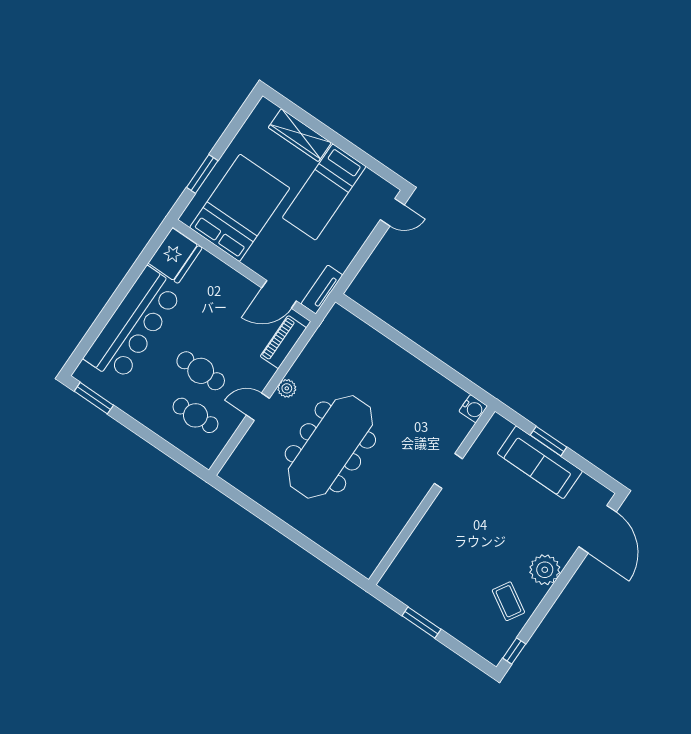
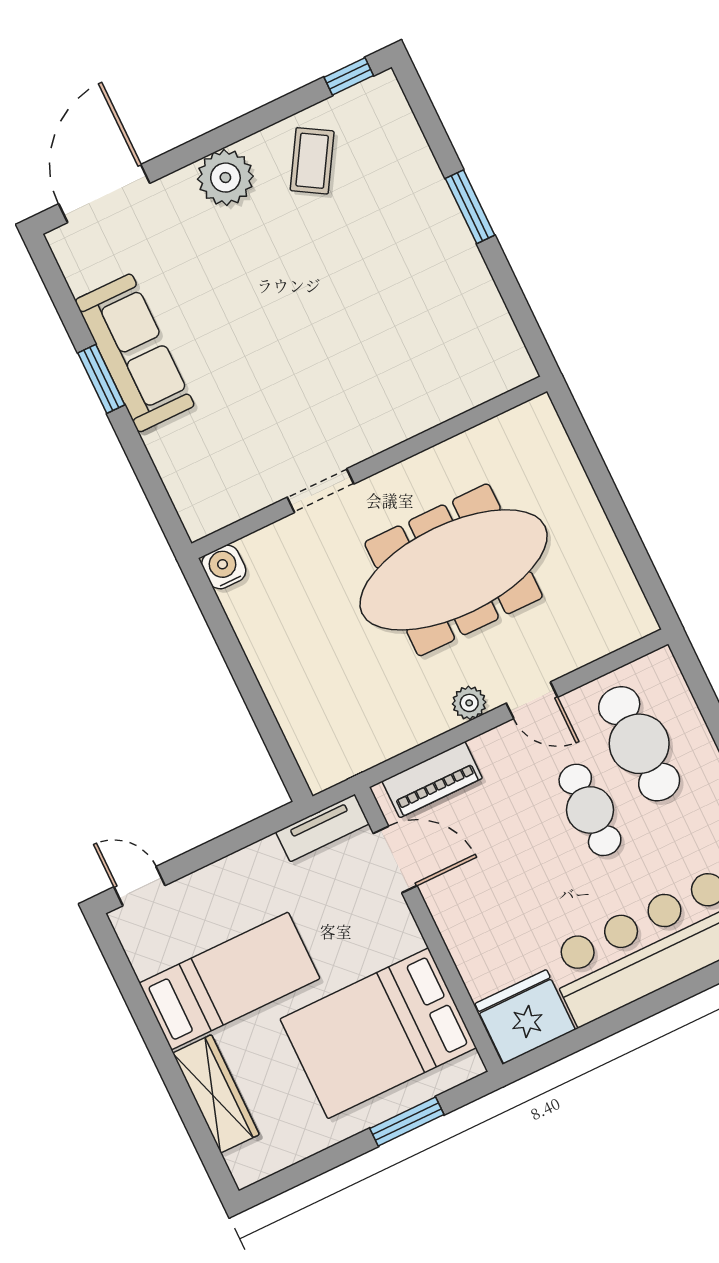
water cooler: (473, 409) -> (224, 567), moved
cafe table: (195, 415) -> (639, 744), width x1.37, depth x1.35
doorway: (448, 471) -> (321, 491), moved
wall: (432, 495) -> (369, 467), moved

